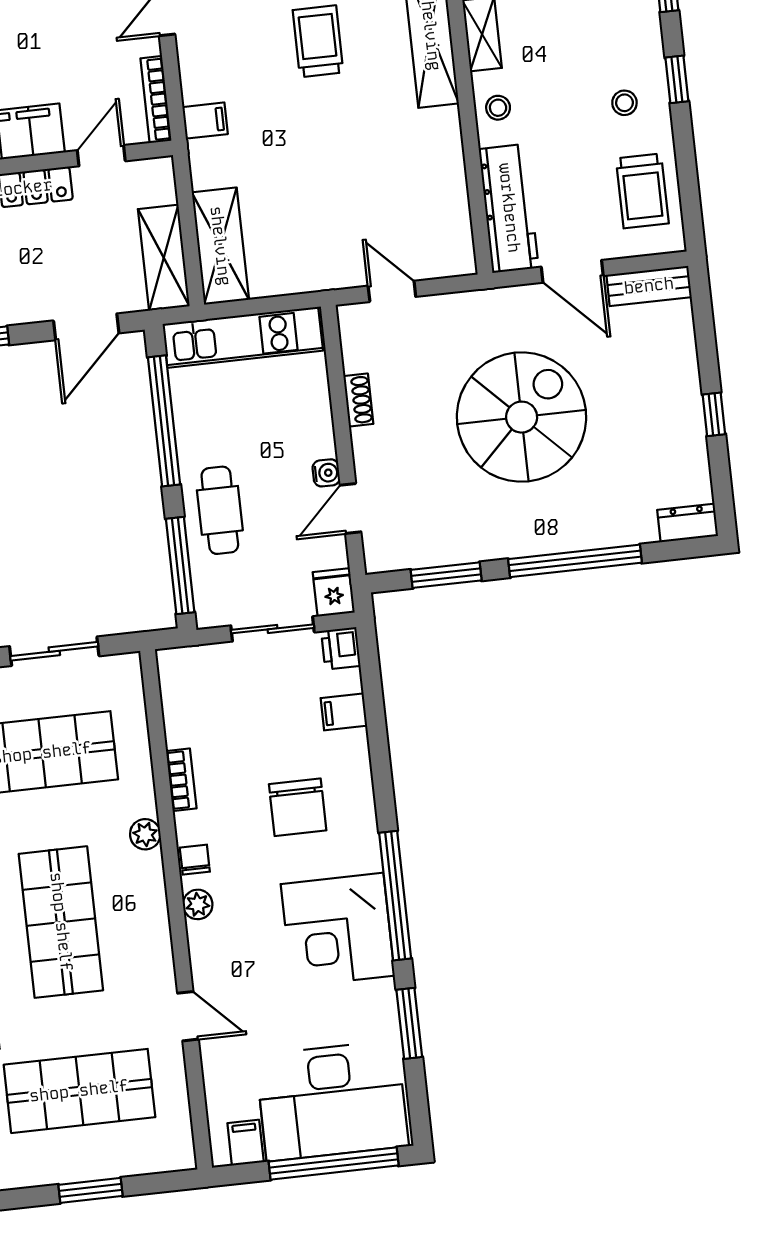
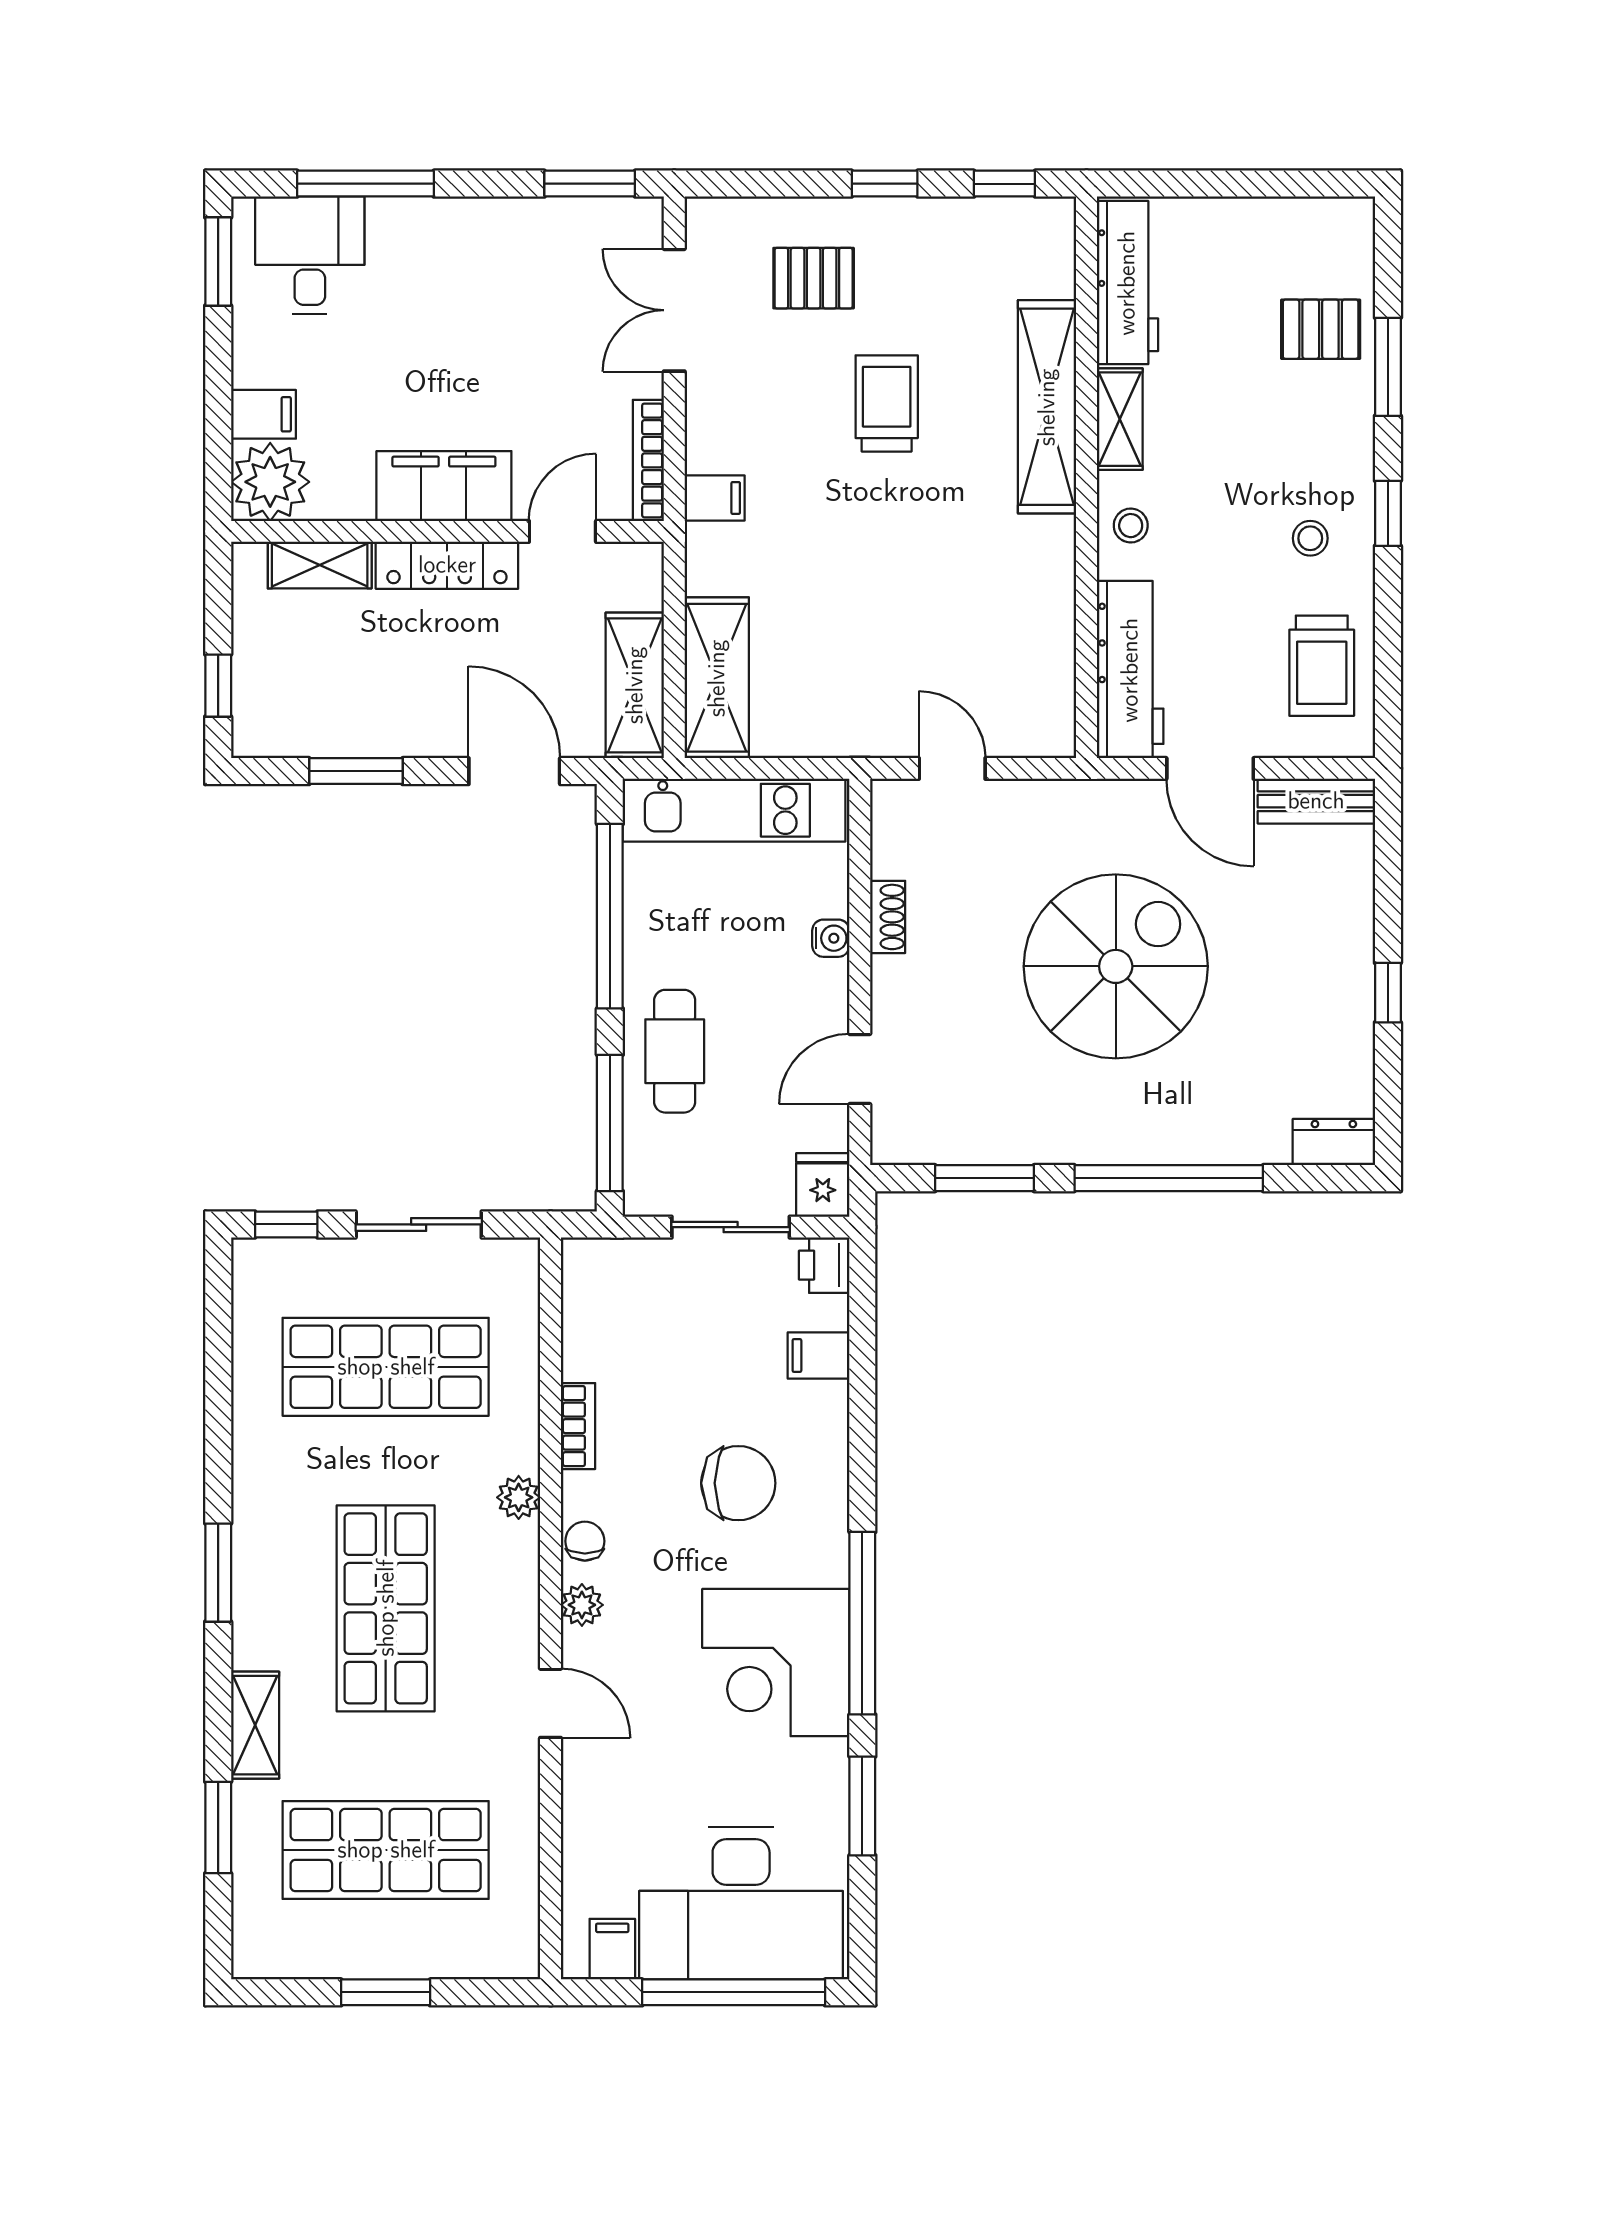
door: (86, 327) -> (514, 771), swing flipped
water cooler: (326, 473) -> (831, 938), moved
chair: (298, 807) -> (738, 1483), turned -90
door: (188, 1016) -> (551, 1703), moved

